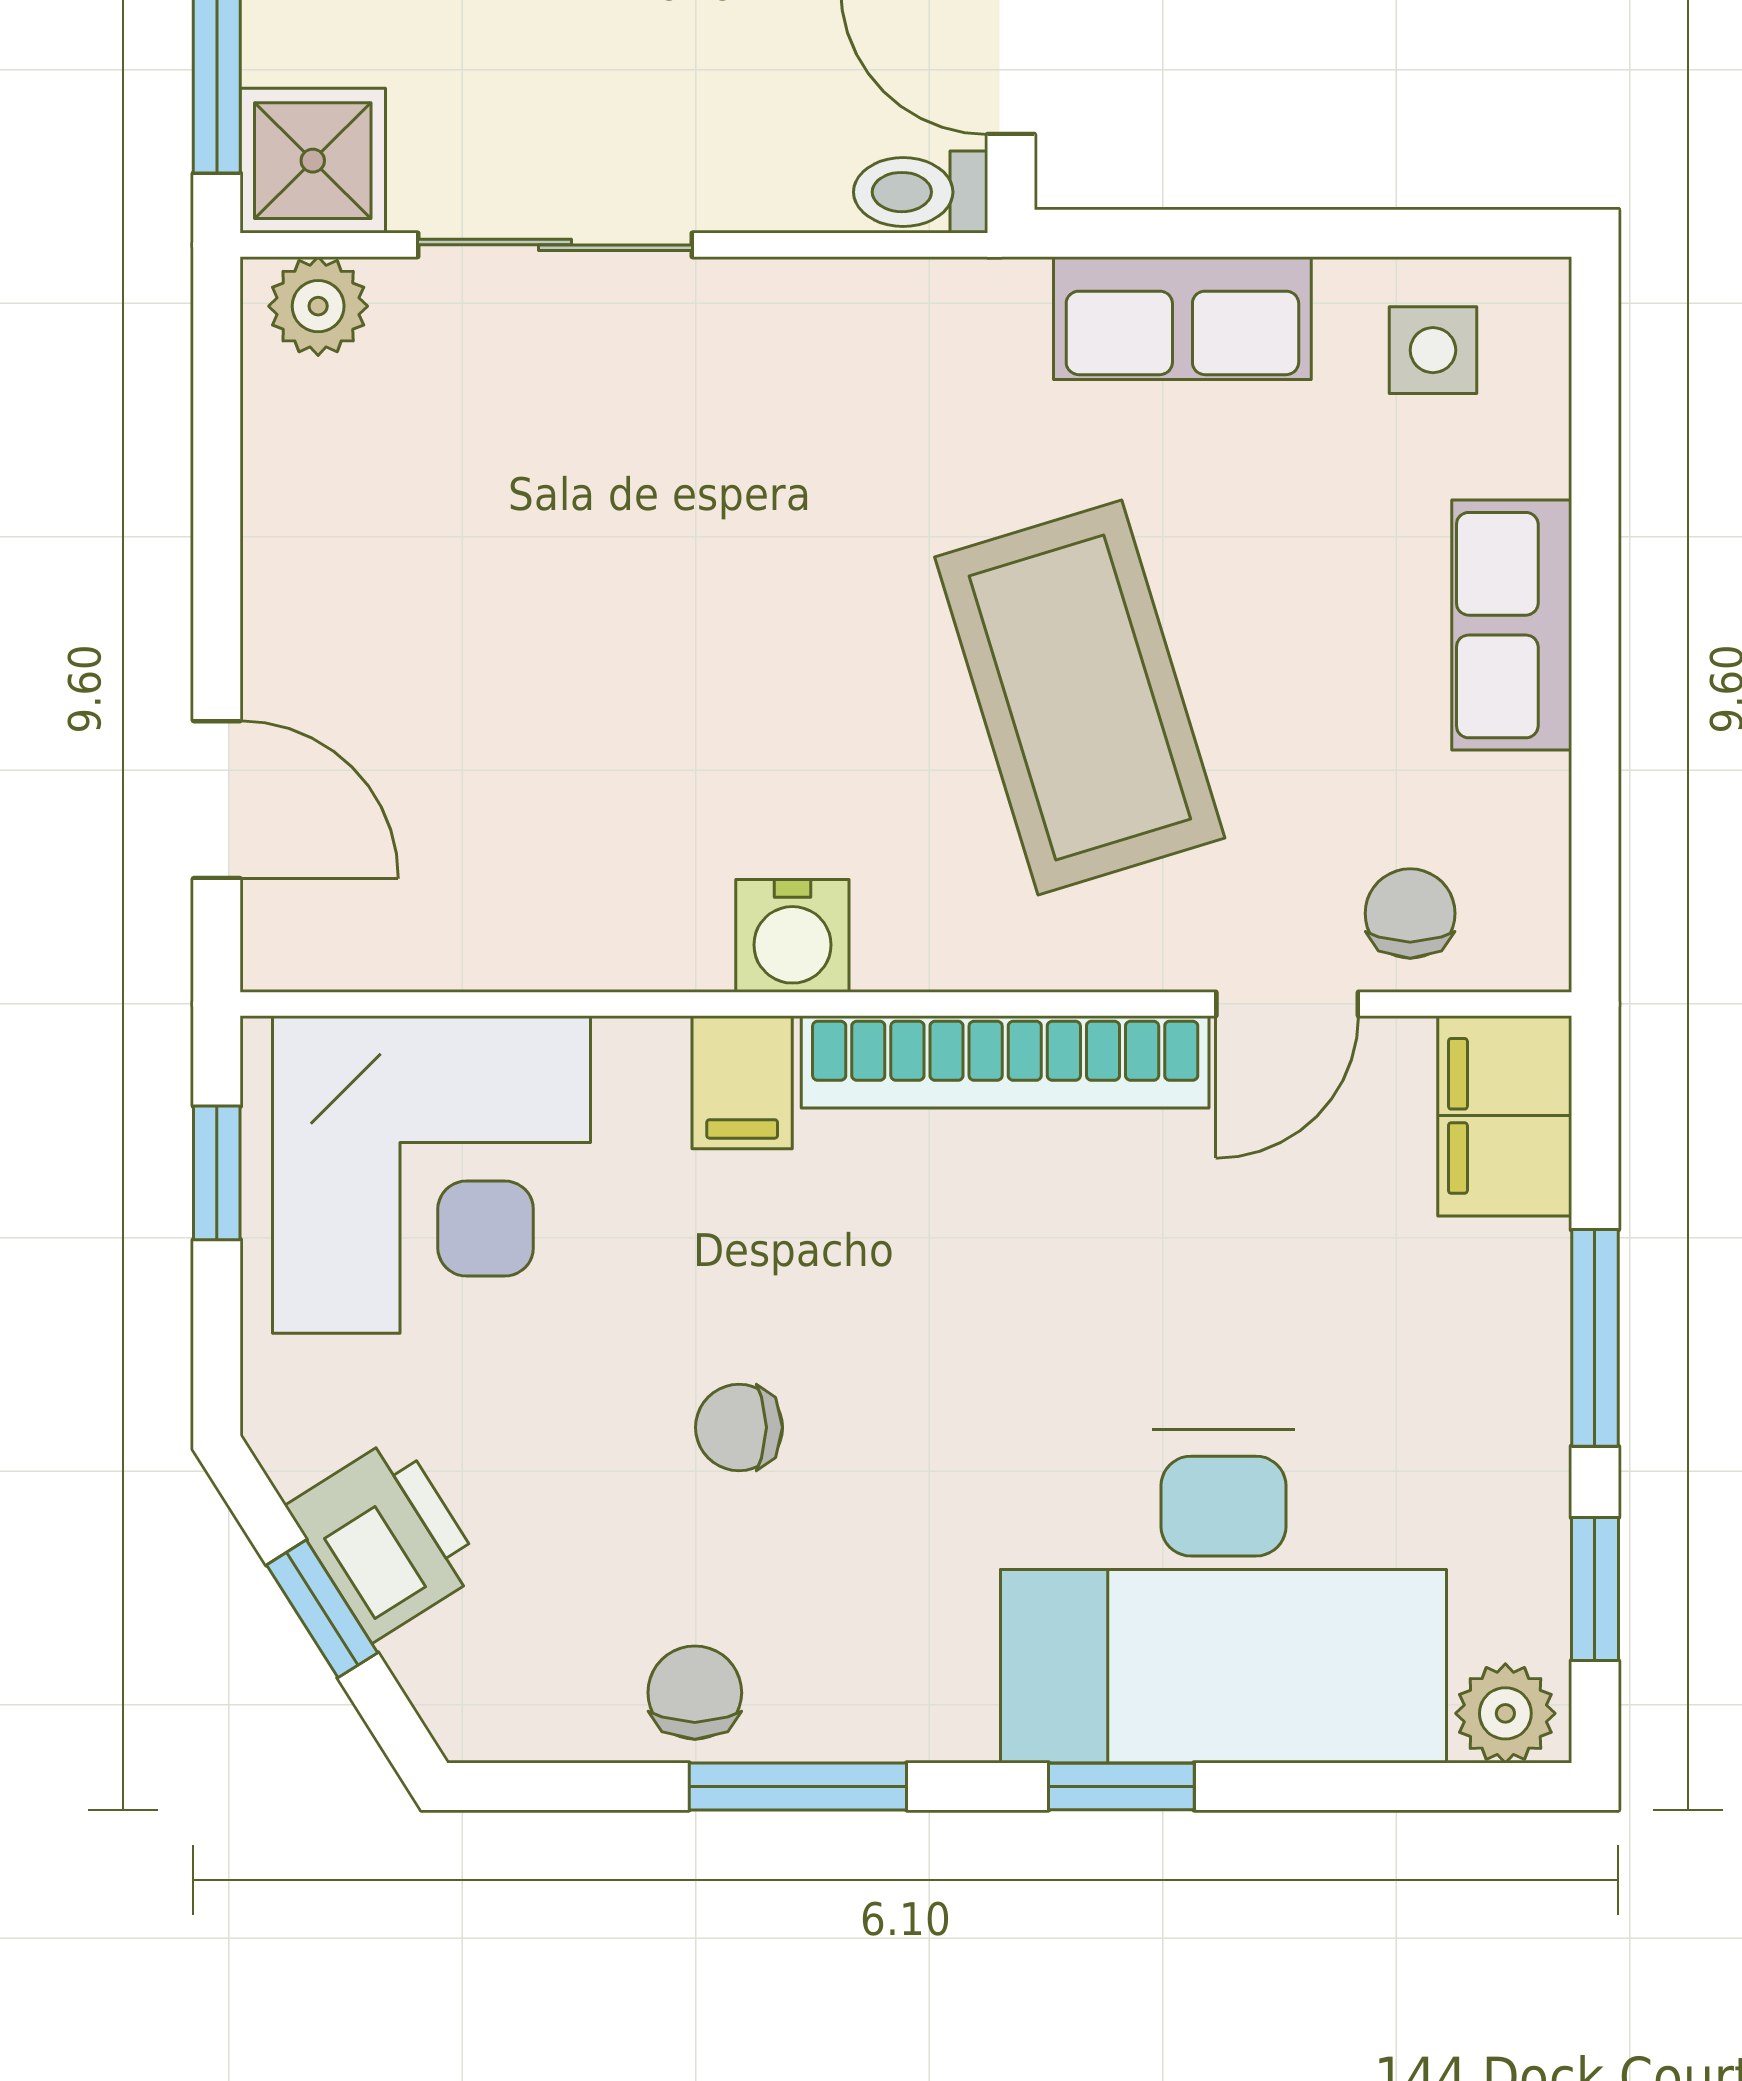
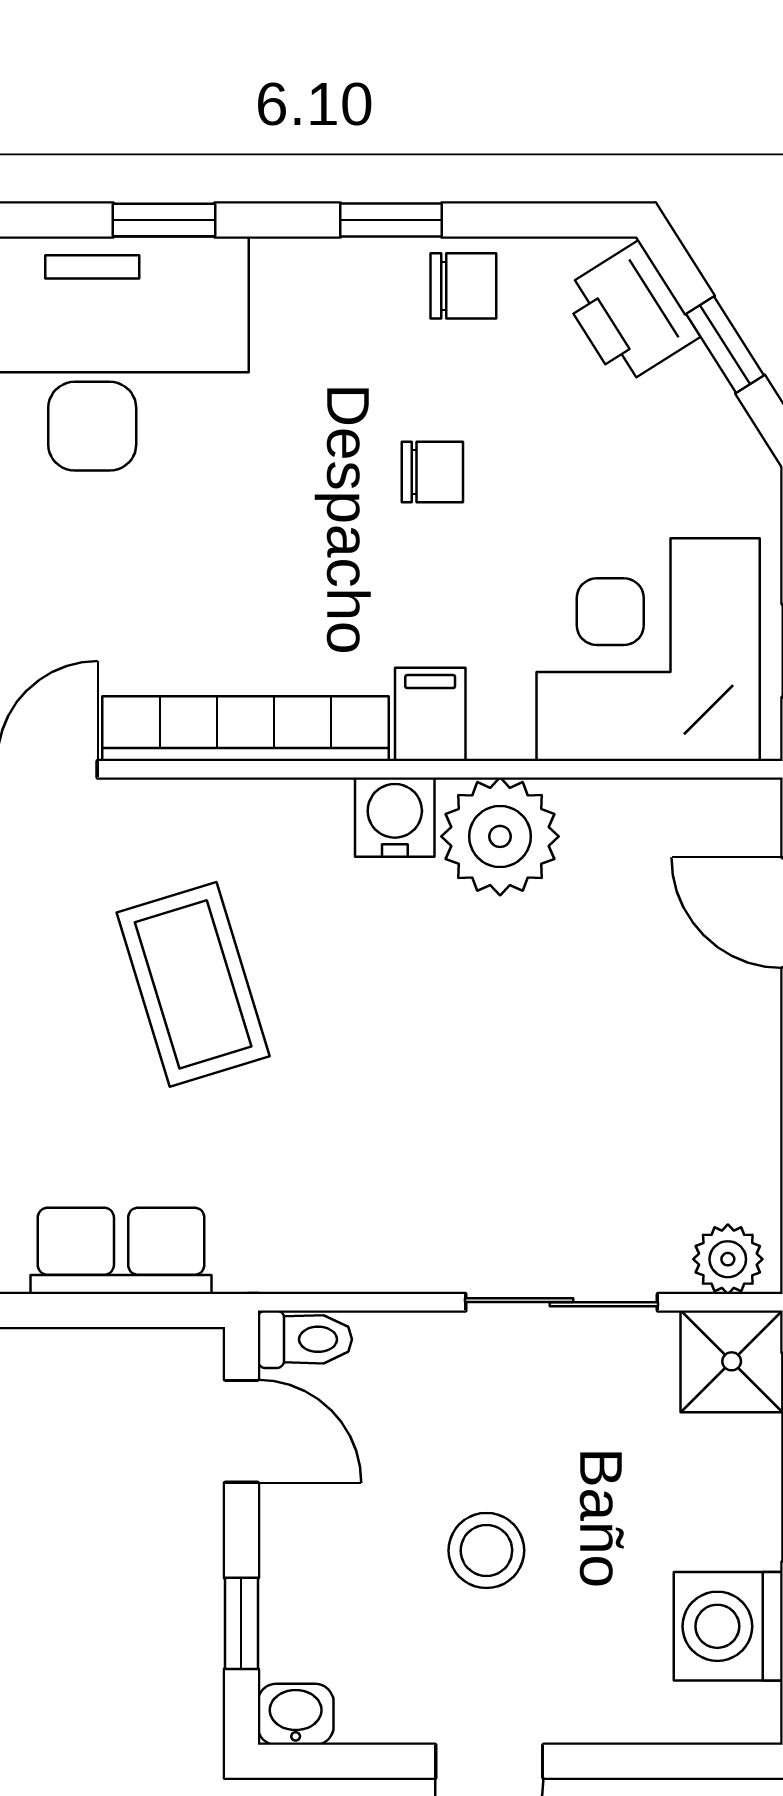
coffee table: (1080, 698) -> (193, 984), width x0.73, depth x0.76
plant: (643, 908) -> (500, 836), added
printer: (385, 1539) -> (630, 314), moved
chair: (695, 1693) -> (463, 286), turned -90
window: (798, 1786) -> (391, 220), width x0.67

